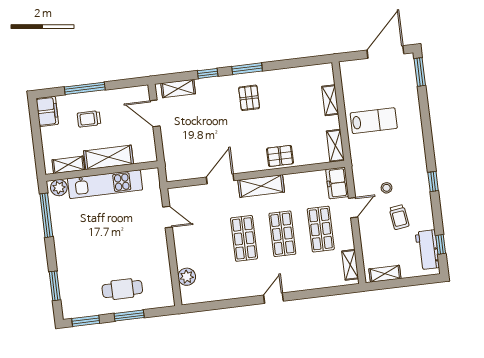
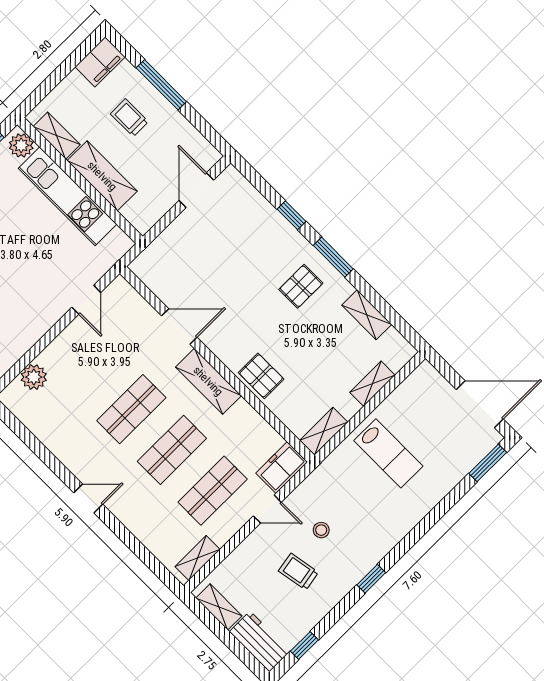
shelving: (178, 88) -> (367, 315), moved
trolley: (399, 217) -> (298, 572), turned 88
workbench: (427, 250) -> (260, 641), moved, turned 90

